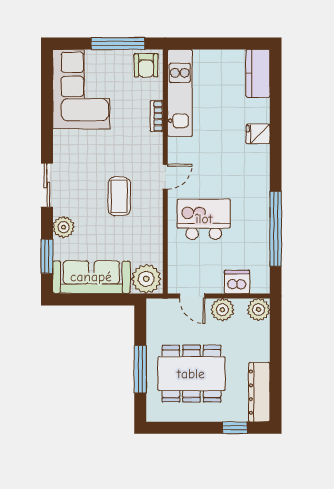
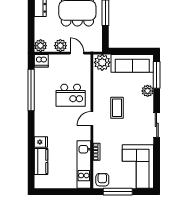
kitchen counter: (258, 73) -> (41, 161), moved
sliding door: (47, 185) -> (157, 125), moved
window: (47, 256) -> (157, 75), width x1.44
dishwasher: (237, 282) -> (41, 61), moved

